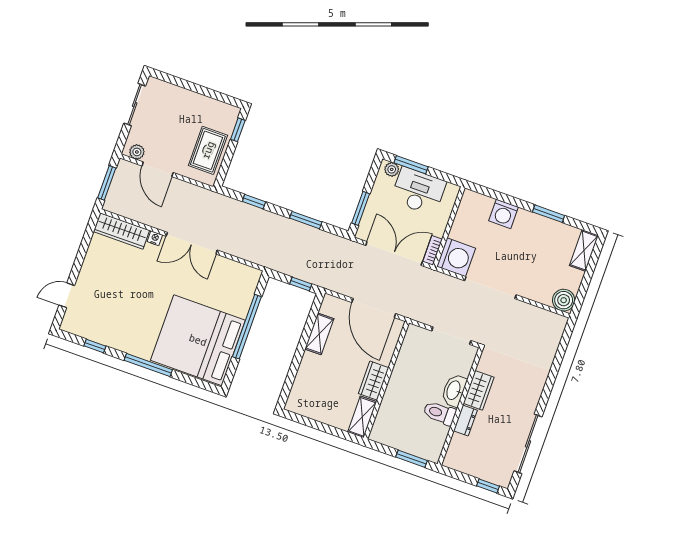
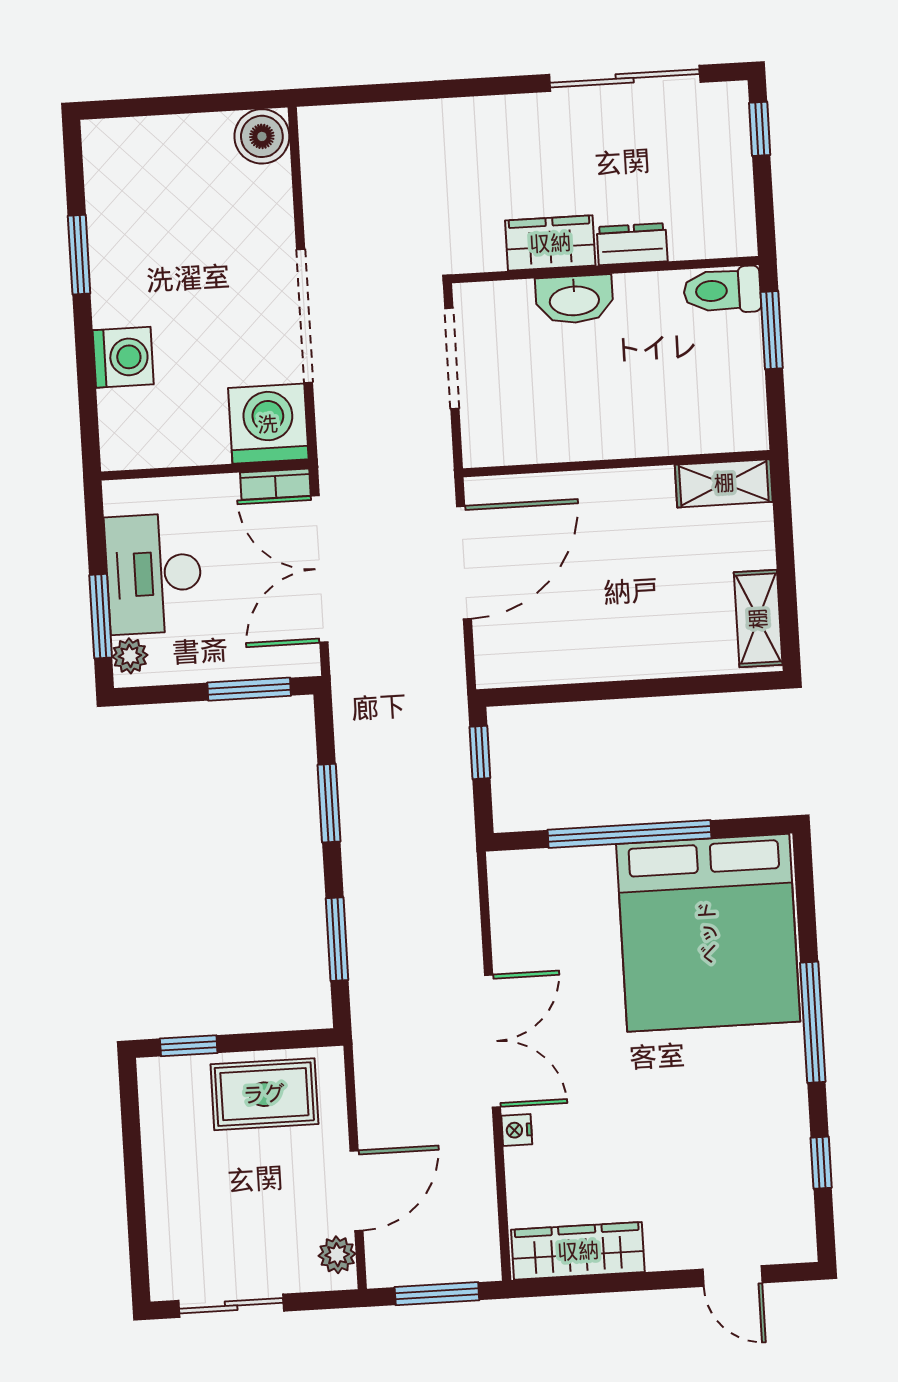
window: (254, 202) -> (337, 939), width x1.50
wardrobe: (121, 231) -> (578, 1251), moved, turned -90
shelving: (584, 251) -> (129, 138), removed
shelving: (319, 334) -> (758, 619), moved, turned 90
wardrobe: (374, 381) -> (630, 492), removed
toilet: (440, 413) -> (722, 290), moved, turned 90

